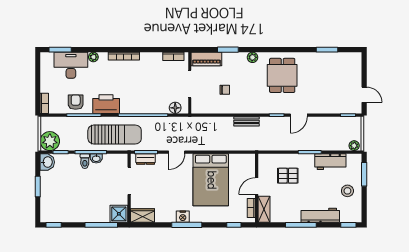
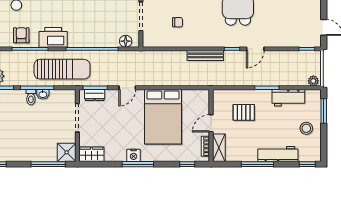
bench: (246, 121) -> (205, 55), width x1.36

